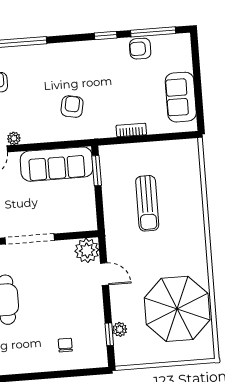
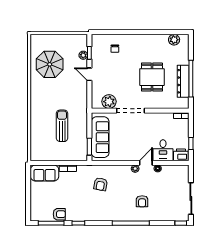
sofa: (181, 97) -> (45, 173), moved, turned 90
sofa: (57, 164) -> (100, 137), moved, turned 90
plant: (87, 250) -> (109, 102), moved
door: (105, 274) -> (89, 74), moved
parasol: (177, 309) -> (50, 64), width x0.73, depth x0.73

